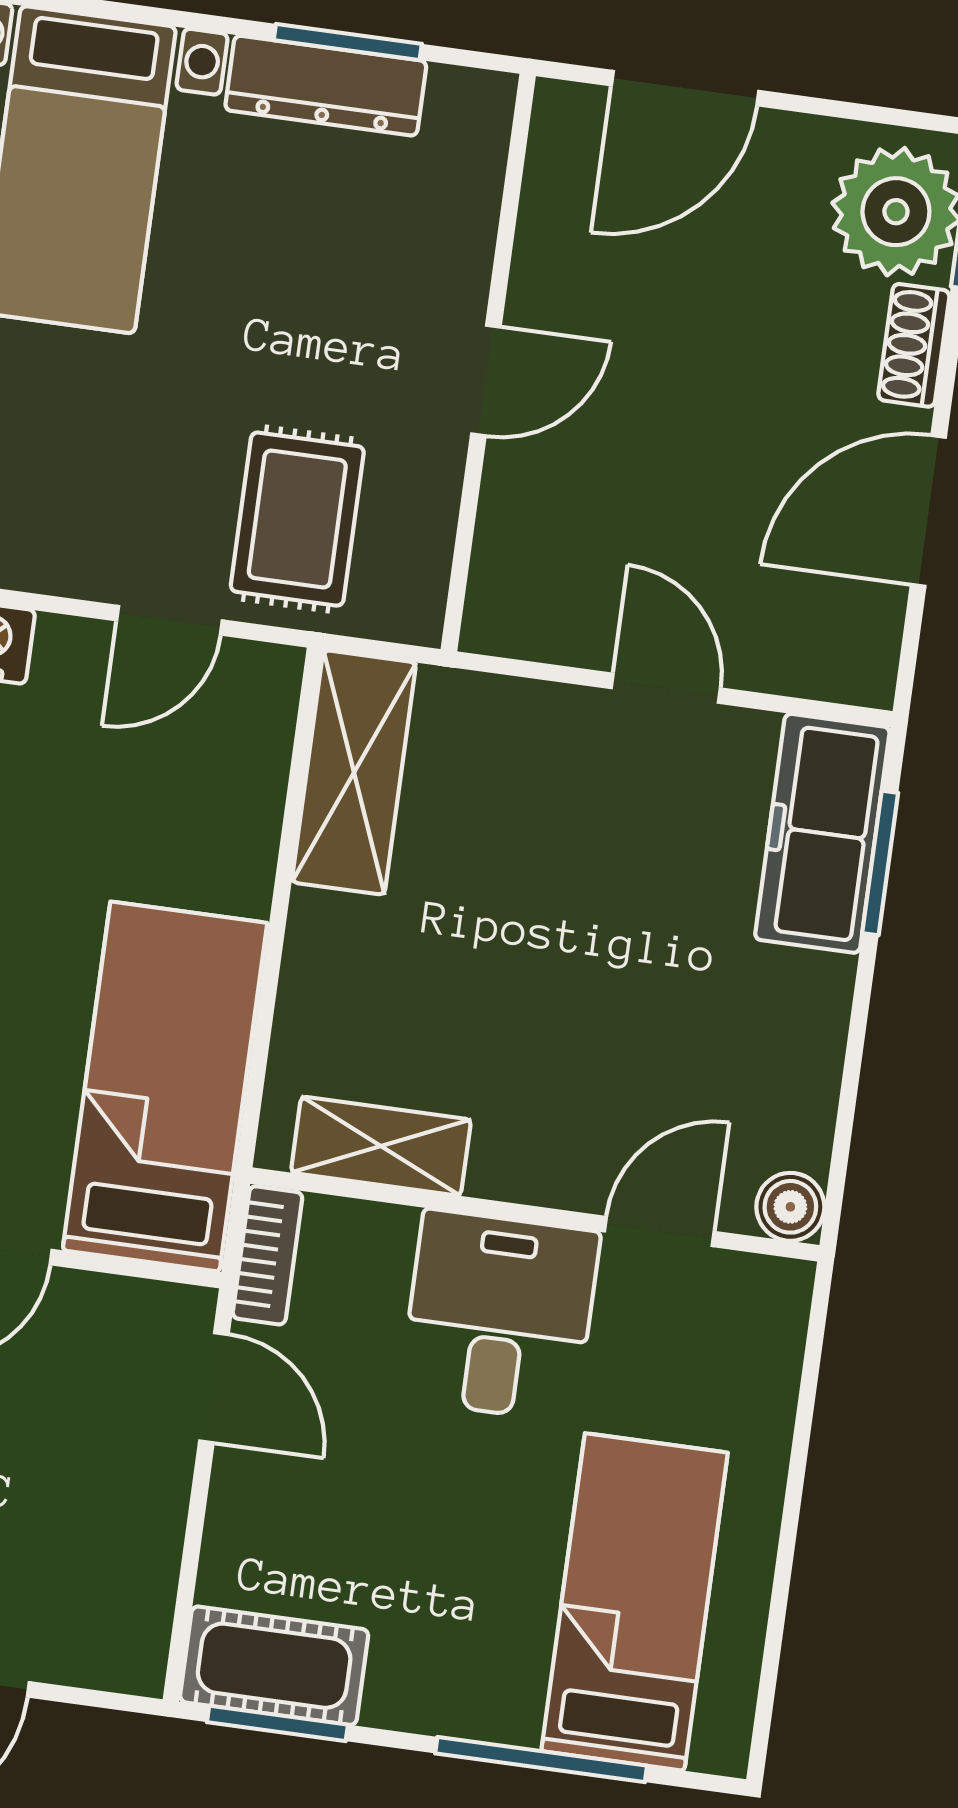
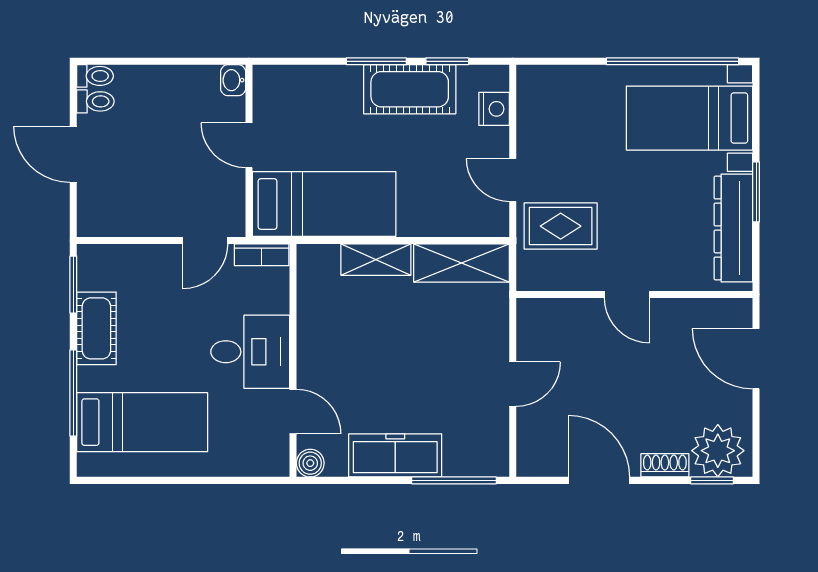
window: (348, 42) -> (756, 192), moved
dresser: (326, 86) -> (733, 228), width x1.37, depth x1.24
freezer: (822, 833) -> (395, 455), moved
window: (880, 863) -> (454, 480), width x1.44
shelving: (381, 1146) -> (376, 260), moved, turned 90
cot: (274, 1666) -> (96, 328), moved

